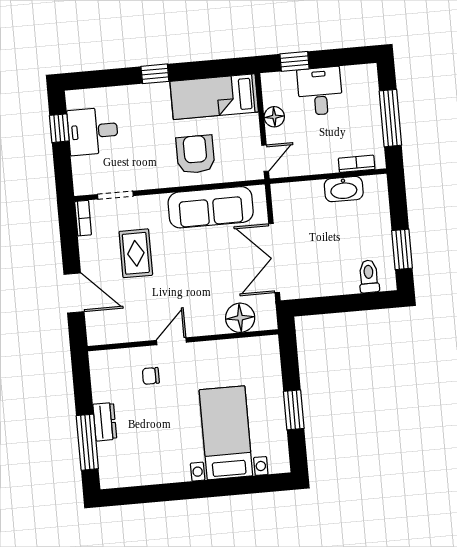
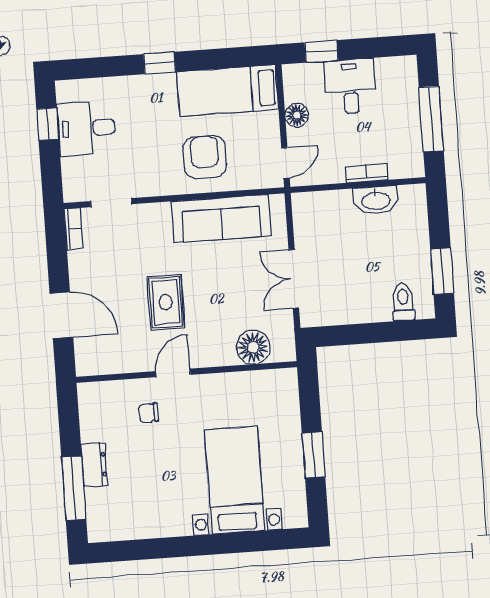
bookcase: (357, 164) -> (367, 173), moved
rug: (136, 253) -> (166, 302), moved
double door: (274, 258) -> (294, 279), width x0.73

